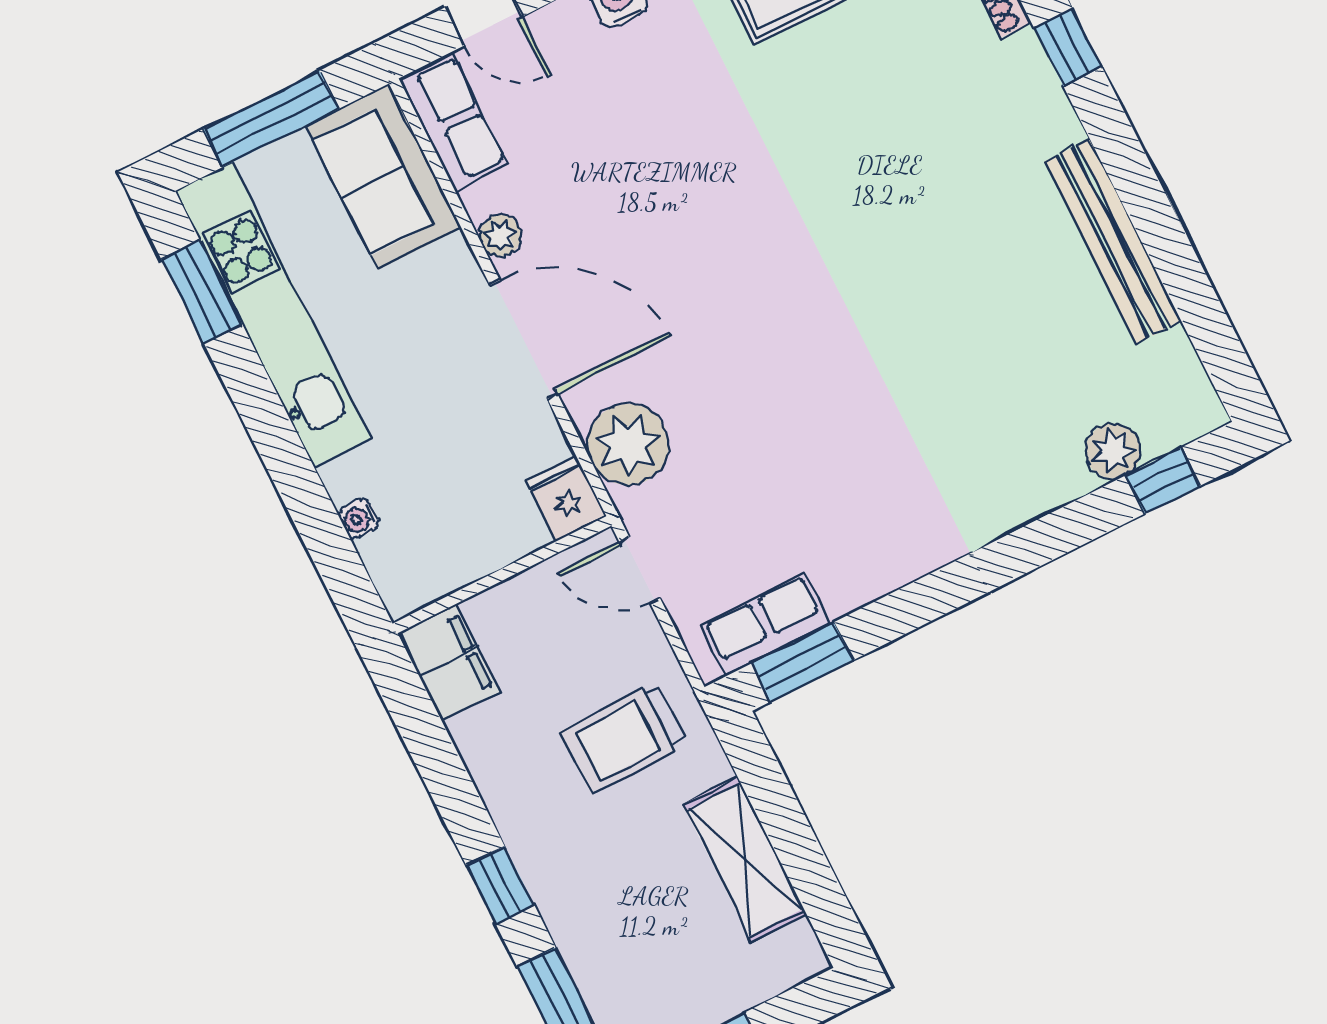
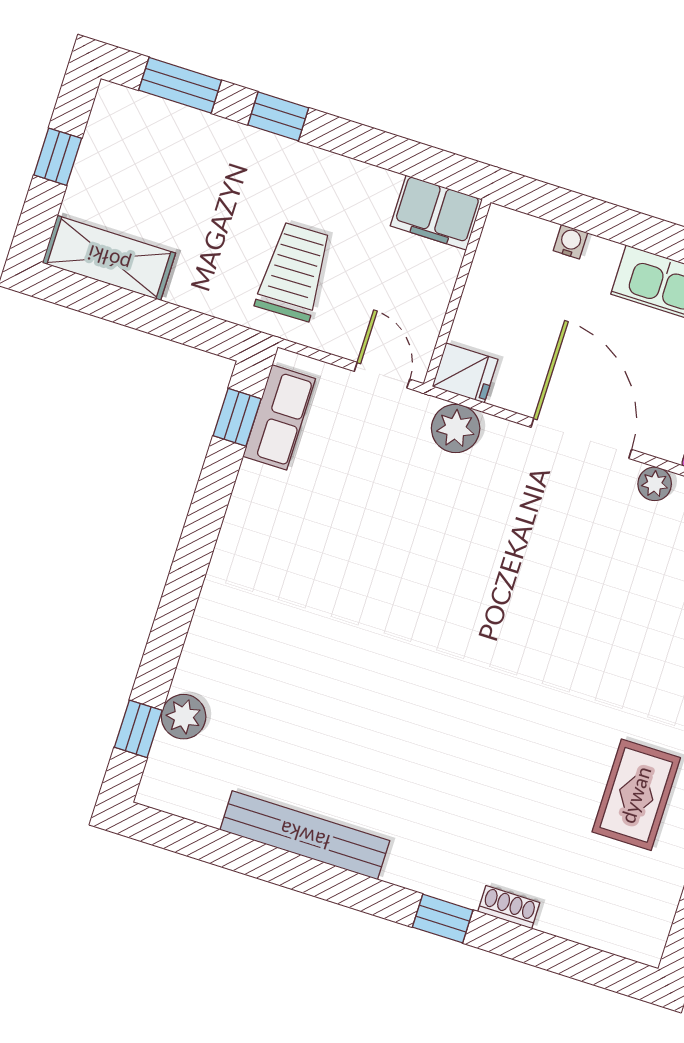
door: (524, 339) -> (581, 438), swing flipped
plant: (628, 445) -> (456, 428), width x0.73, depth x0.73
door: (640, 570) -> (382, 375), hinge flipped
window: (802, 662) -> (237, 417), width x0.67
shelving: (745, 859) -> (109, 258), moved

